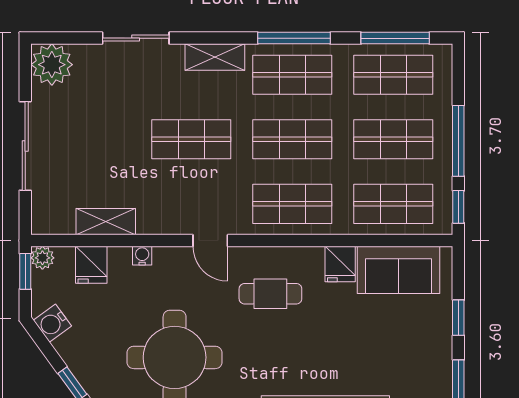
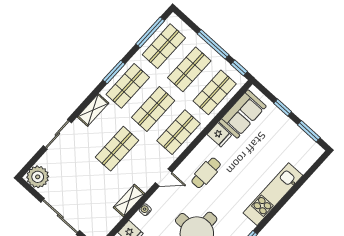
window: (294, 38) -> (114, 72), width x0.69
shelving: (106, 222) -> (129, 201), moved

